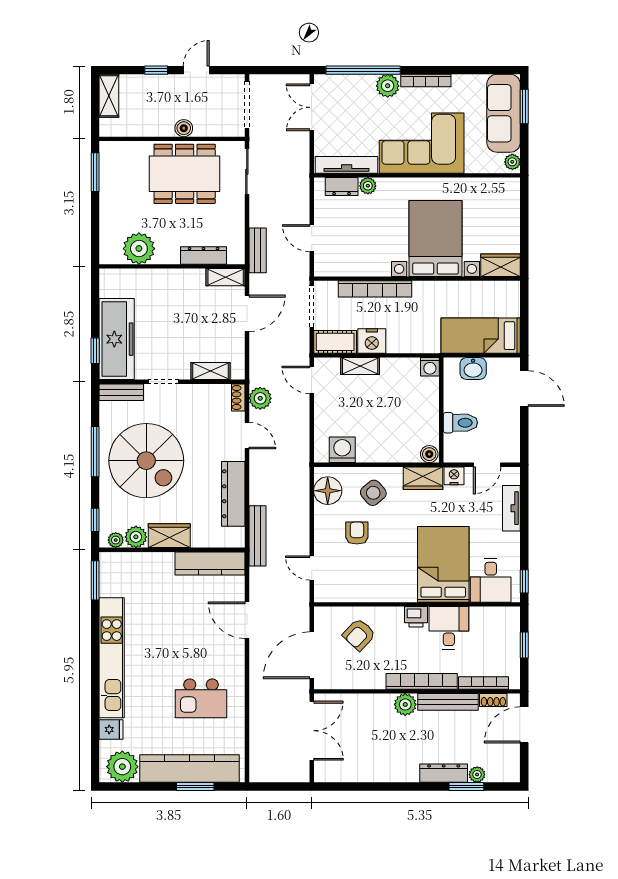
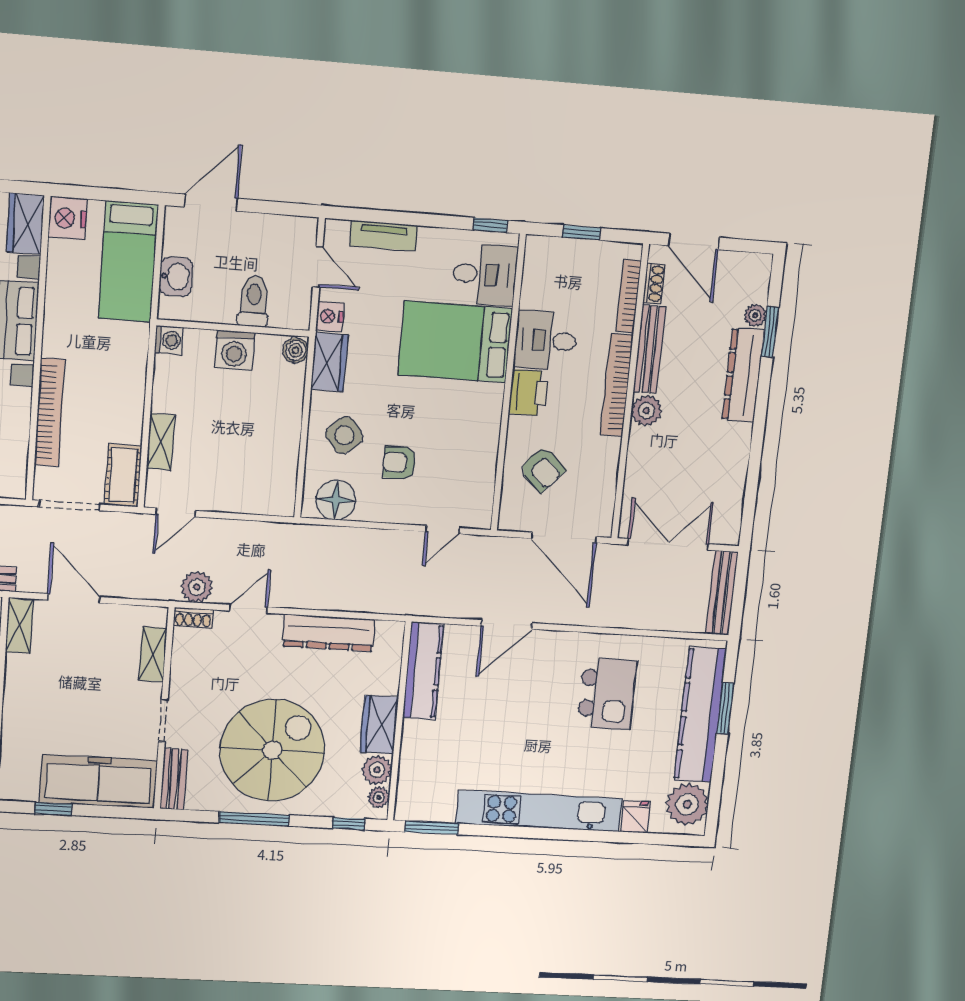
nightstand: (372, 341) -> (68, 218), moved, turned 180
window: (95, 351) -> (53, 809), moved
washing machine: (342, 450) -> (234, 350), moved, turned -90
bench: (257, 536) -> (722, 593), moved, turned 90
printer: (416, 617) -> (528, 393), width x1.36, depth x1.24
dresser: (444, 773) -> (743, 375), width x1.37, depth x1.24

